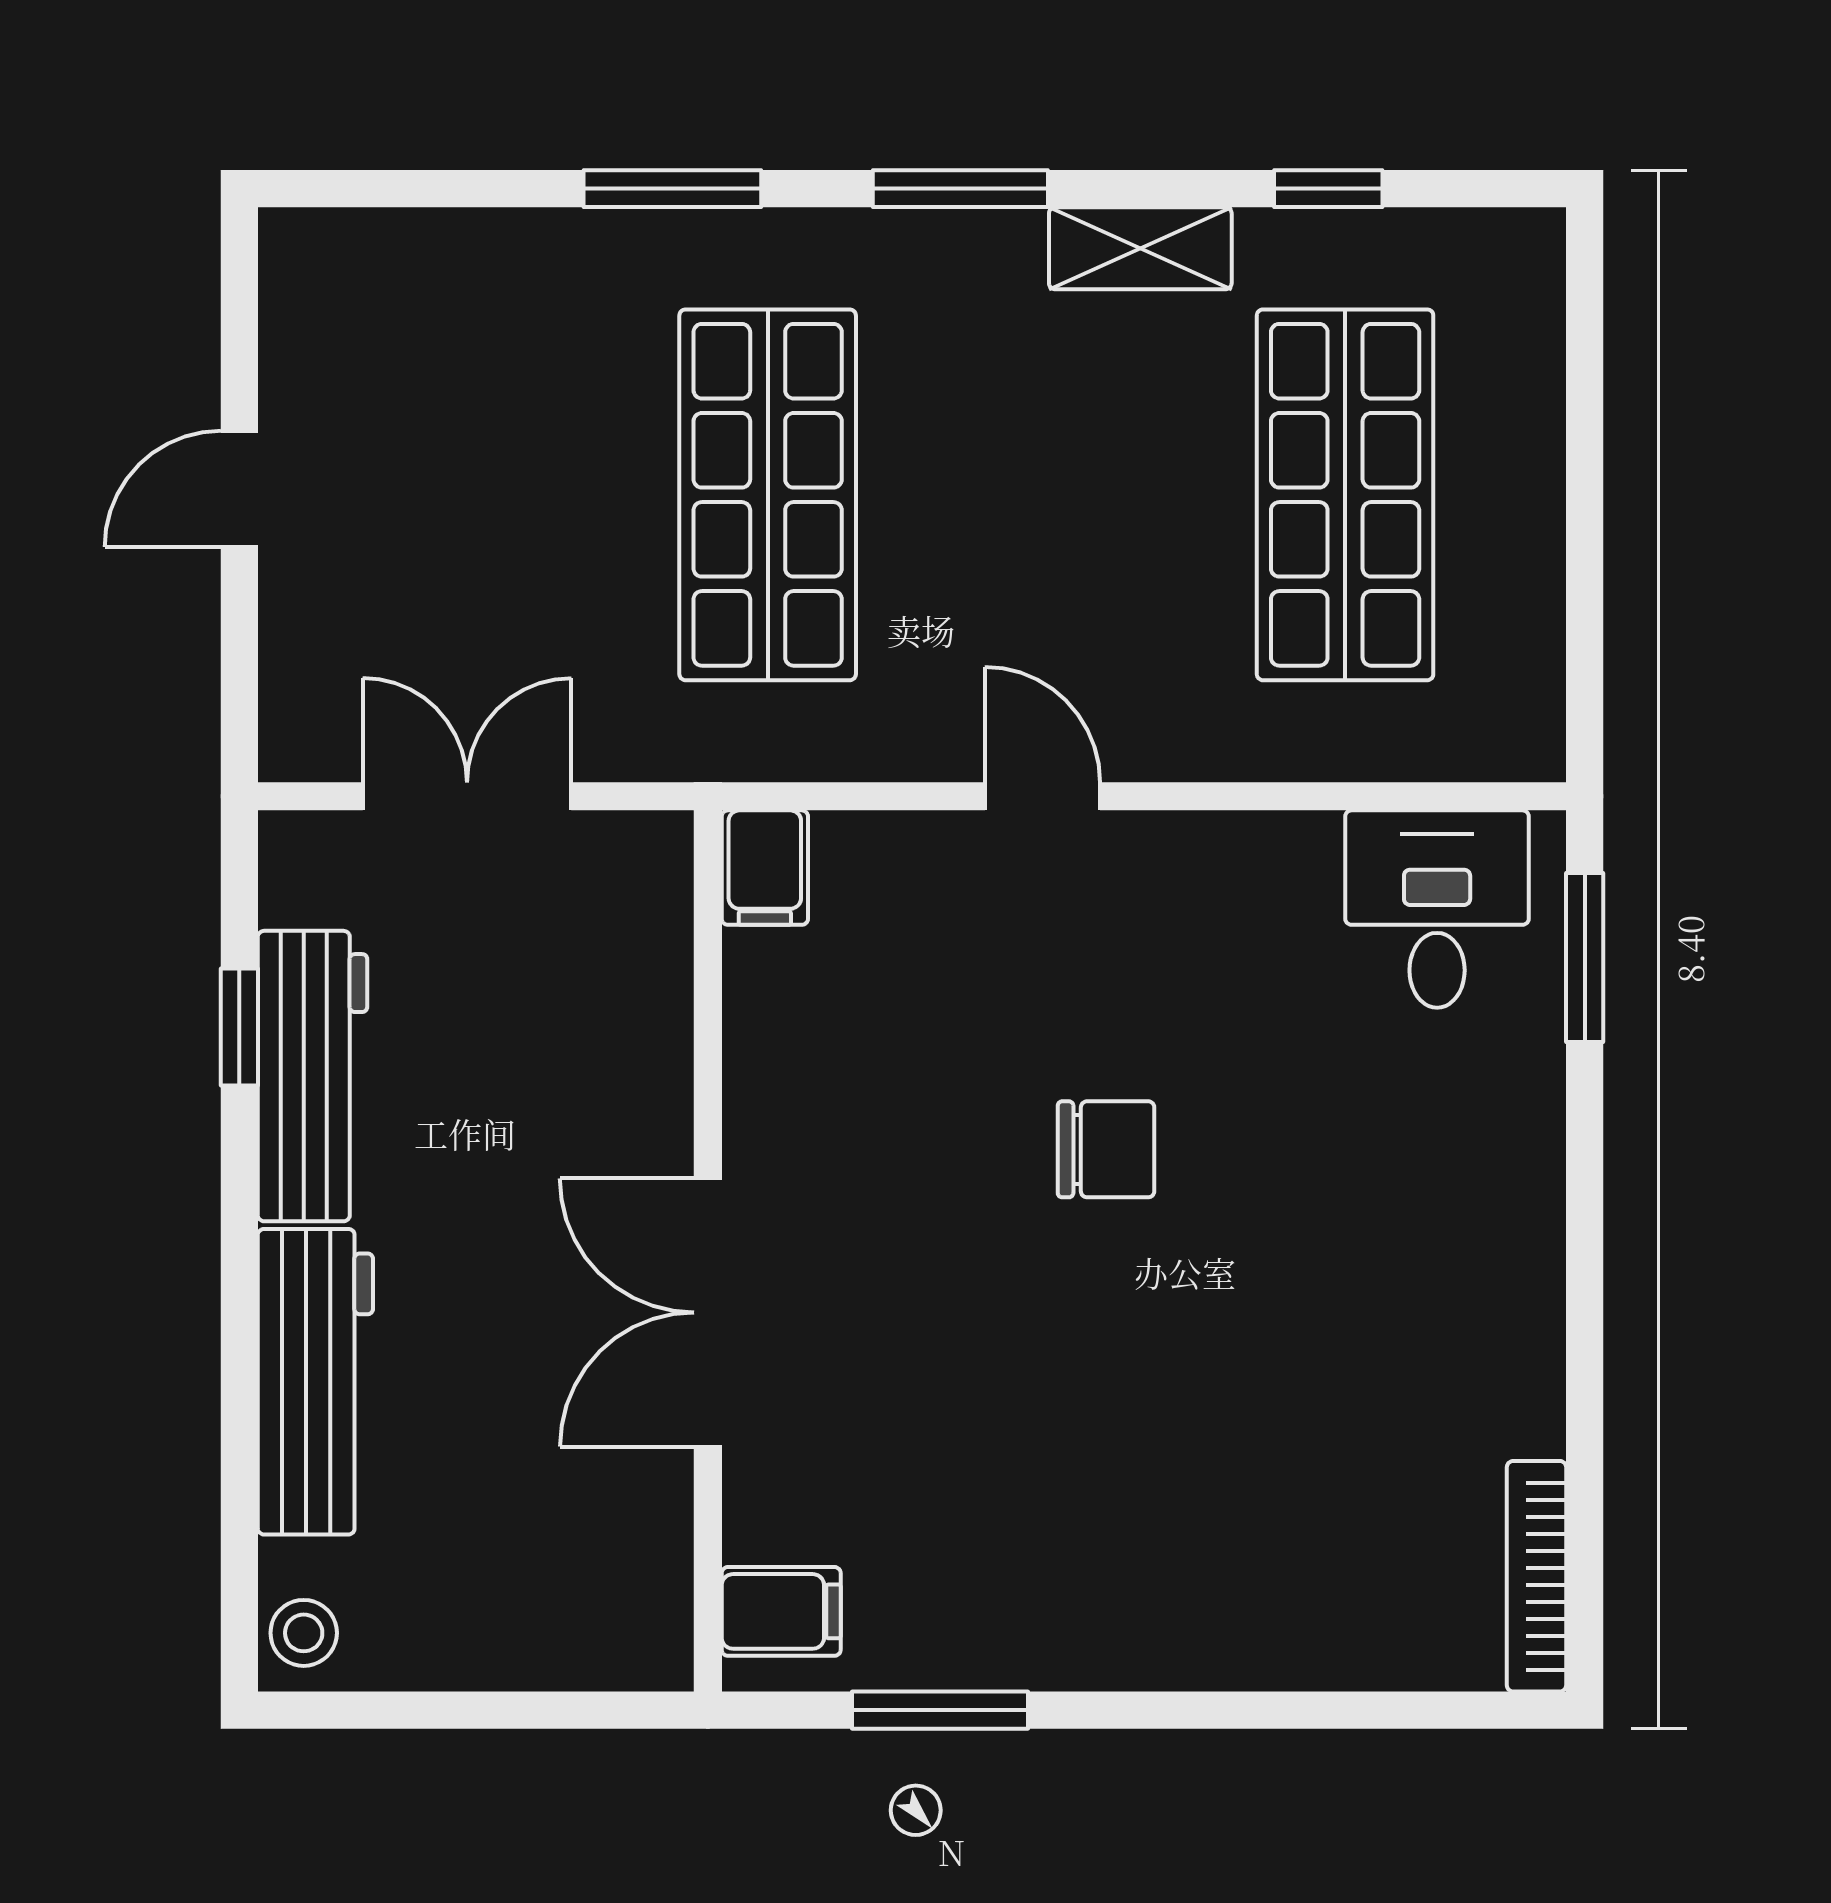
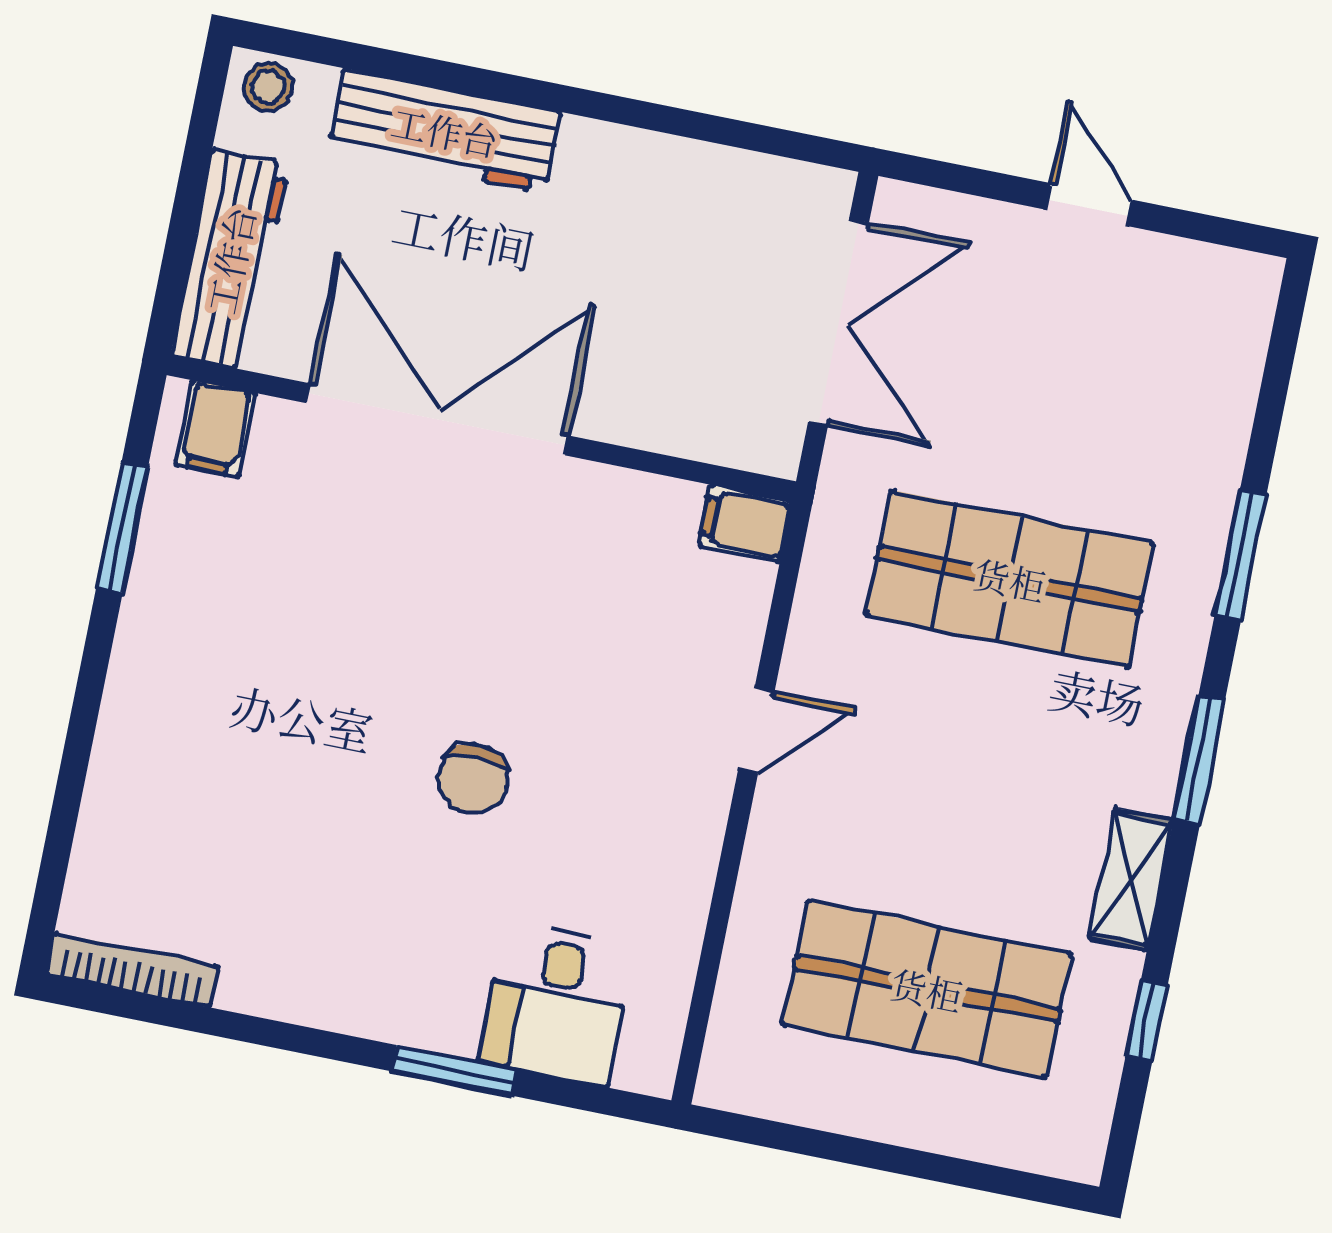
double door: (467, 796) -> (839, 322), width x1.37
desk: (1437, 909) -> (556, 1004), moved, turned 90
window: (1585, 958) -> (454, 1070), moved
window: (239, 1027) -> (707, 128), removed
workbench: (313, 1076) -> (230, 260), moved, turned -90
chair: (1106, 1149) -> (473, 779), moved
double door: (708, 1313) -> (438, 419), width x1.36

